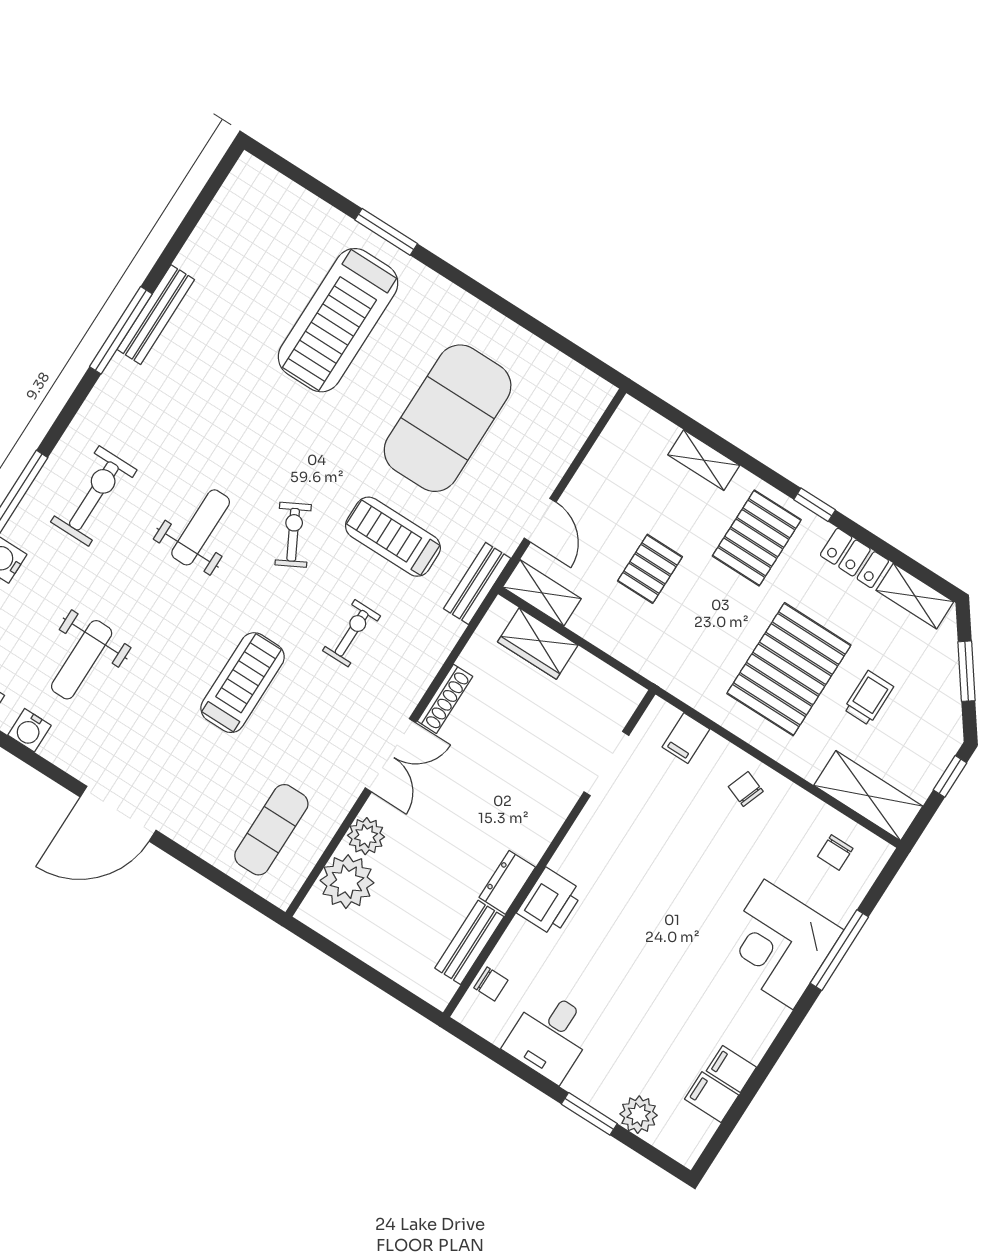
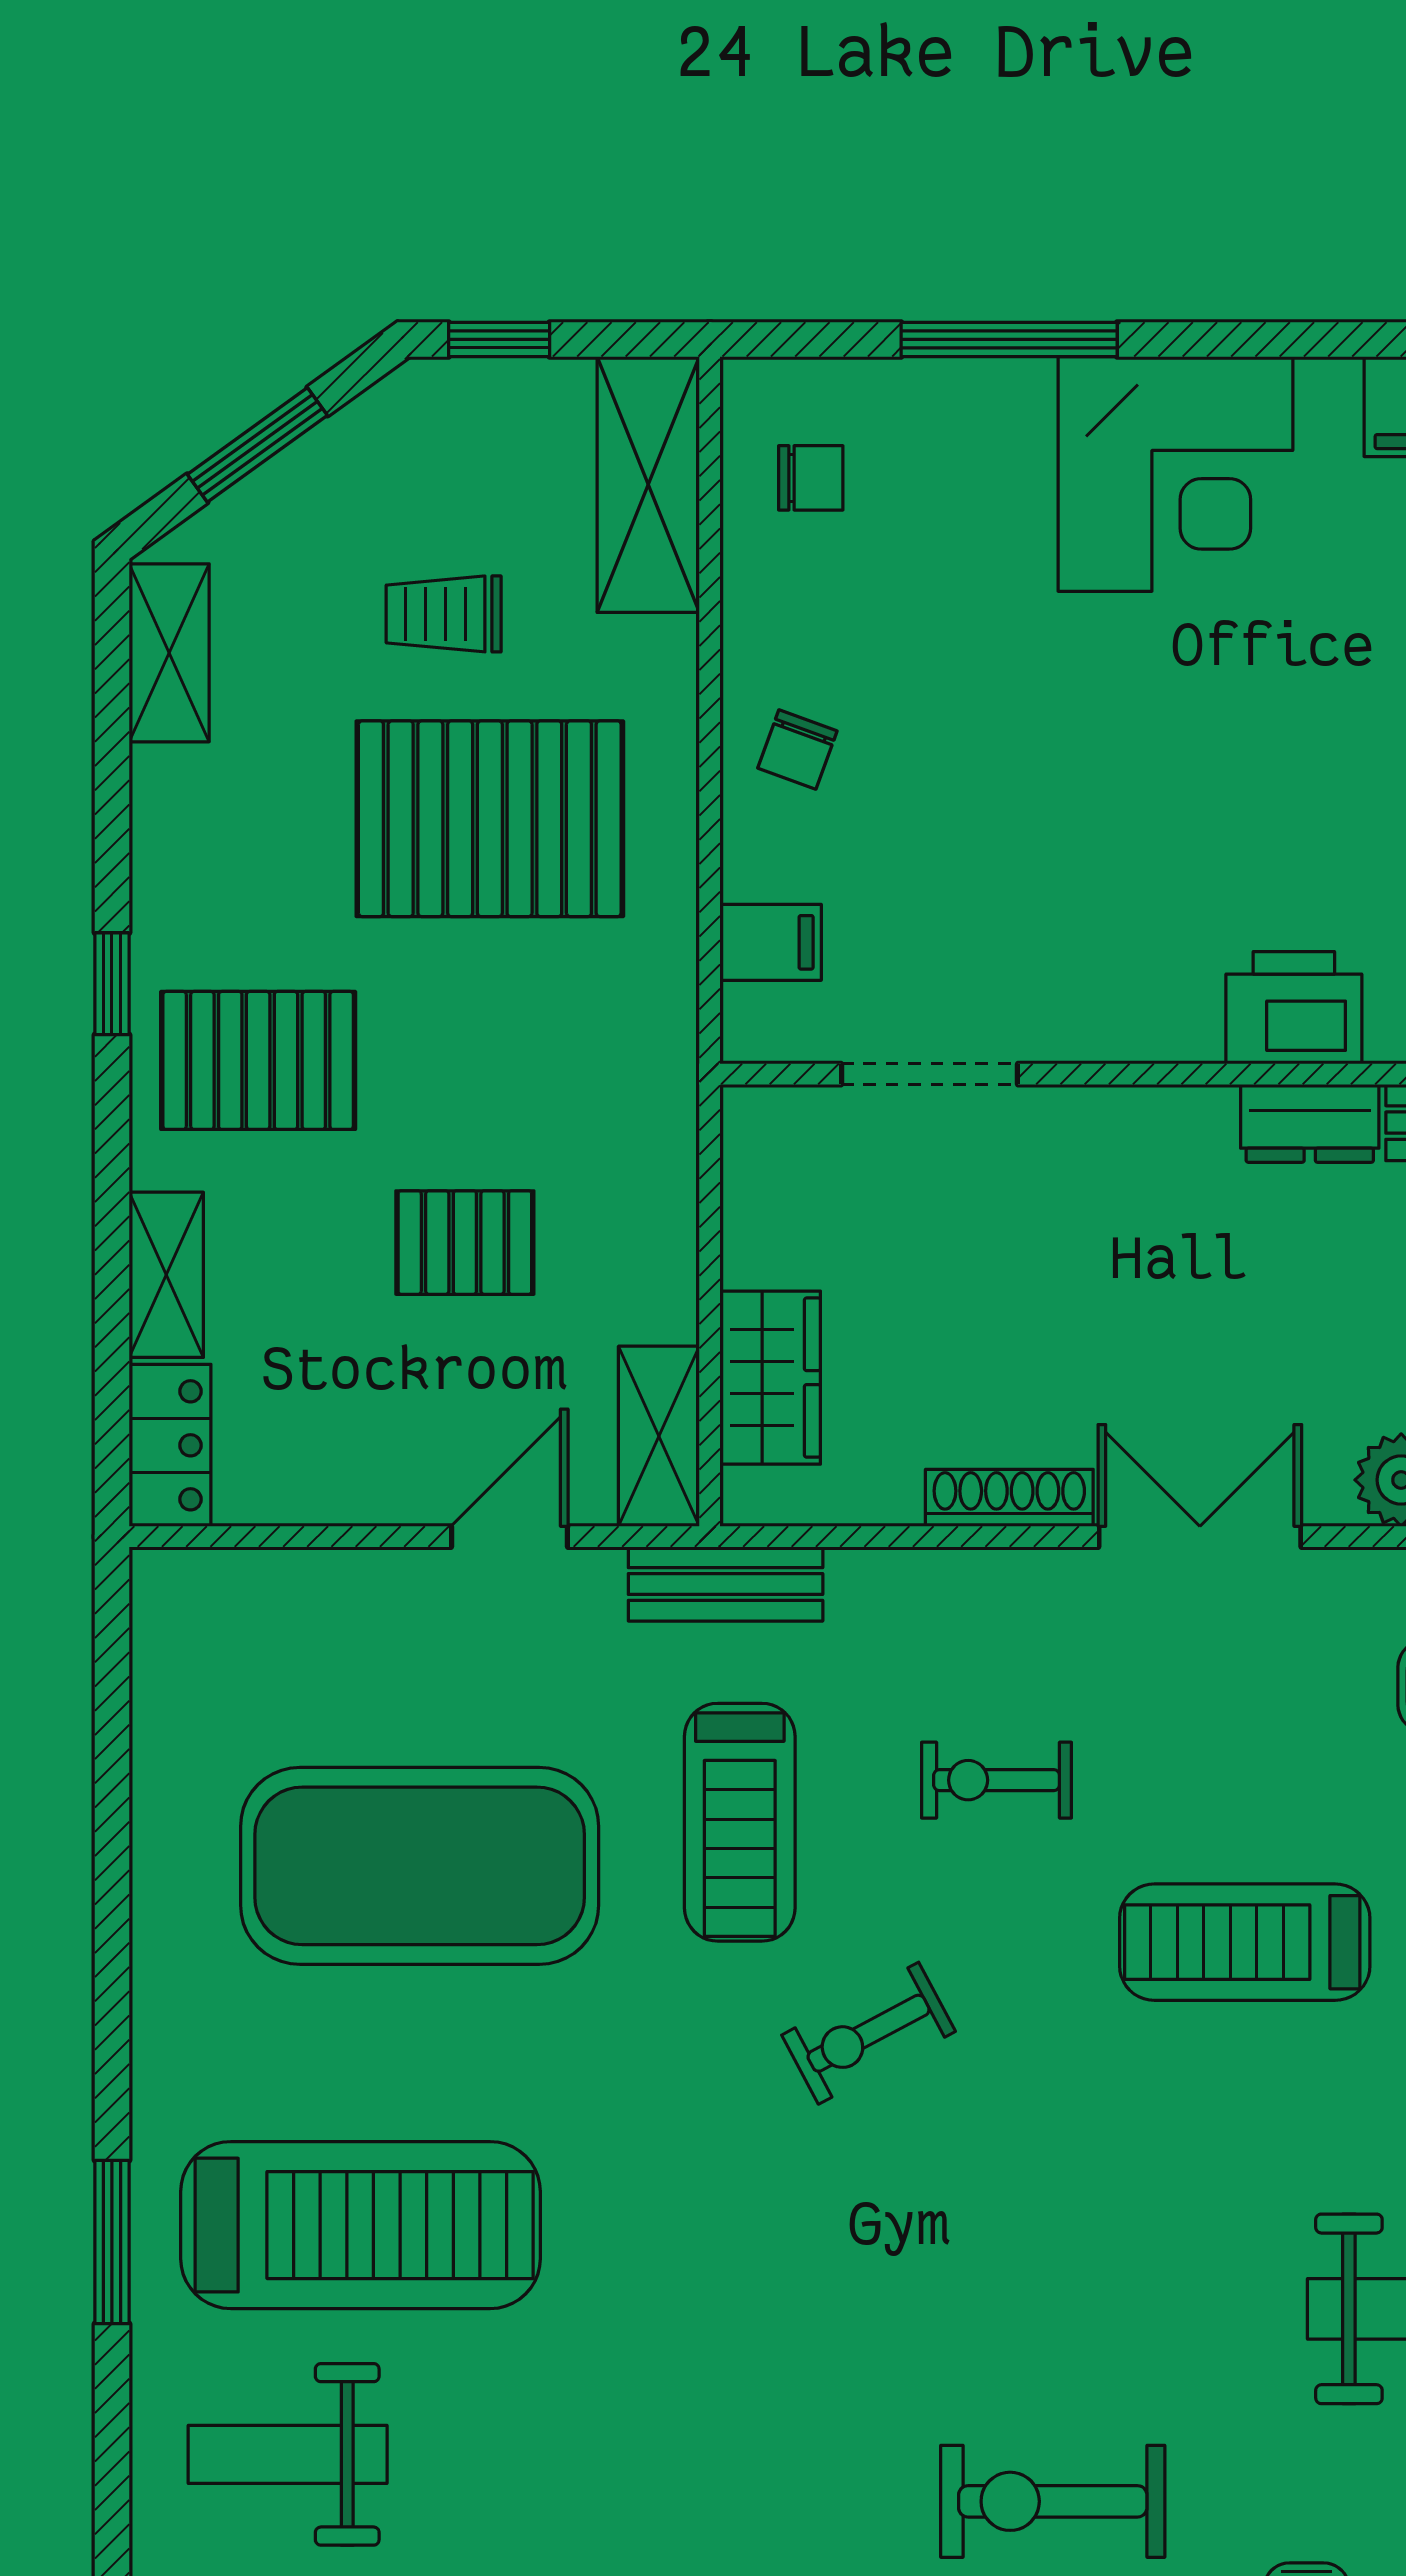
weight bench: (201, 527) -> (288, 2454), moved
locker: (854, 558) -> (170, 1445), moved
corner desk: (779, 944) -> (1175, 474), moved

